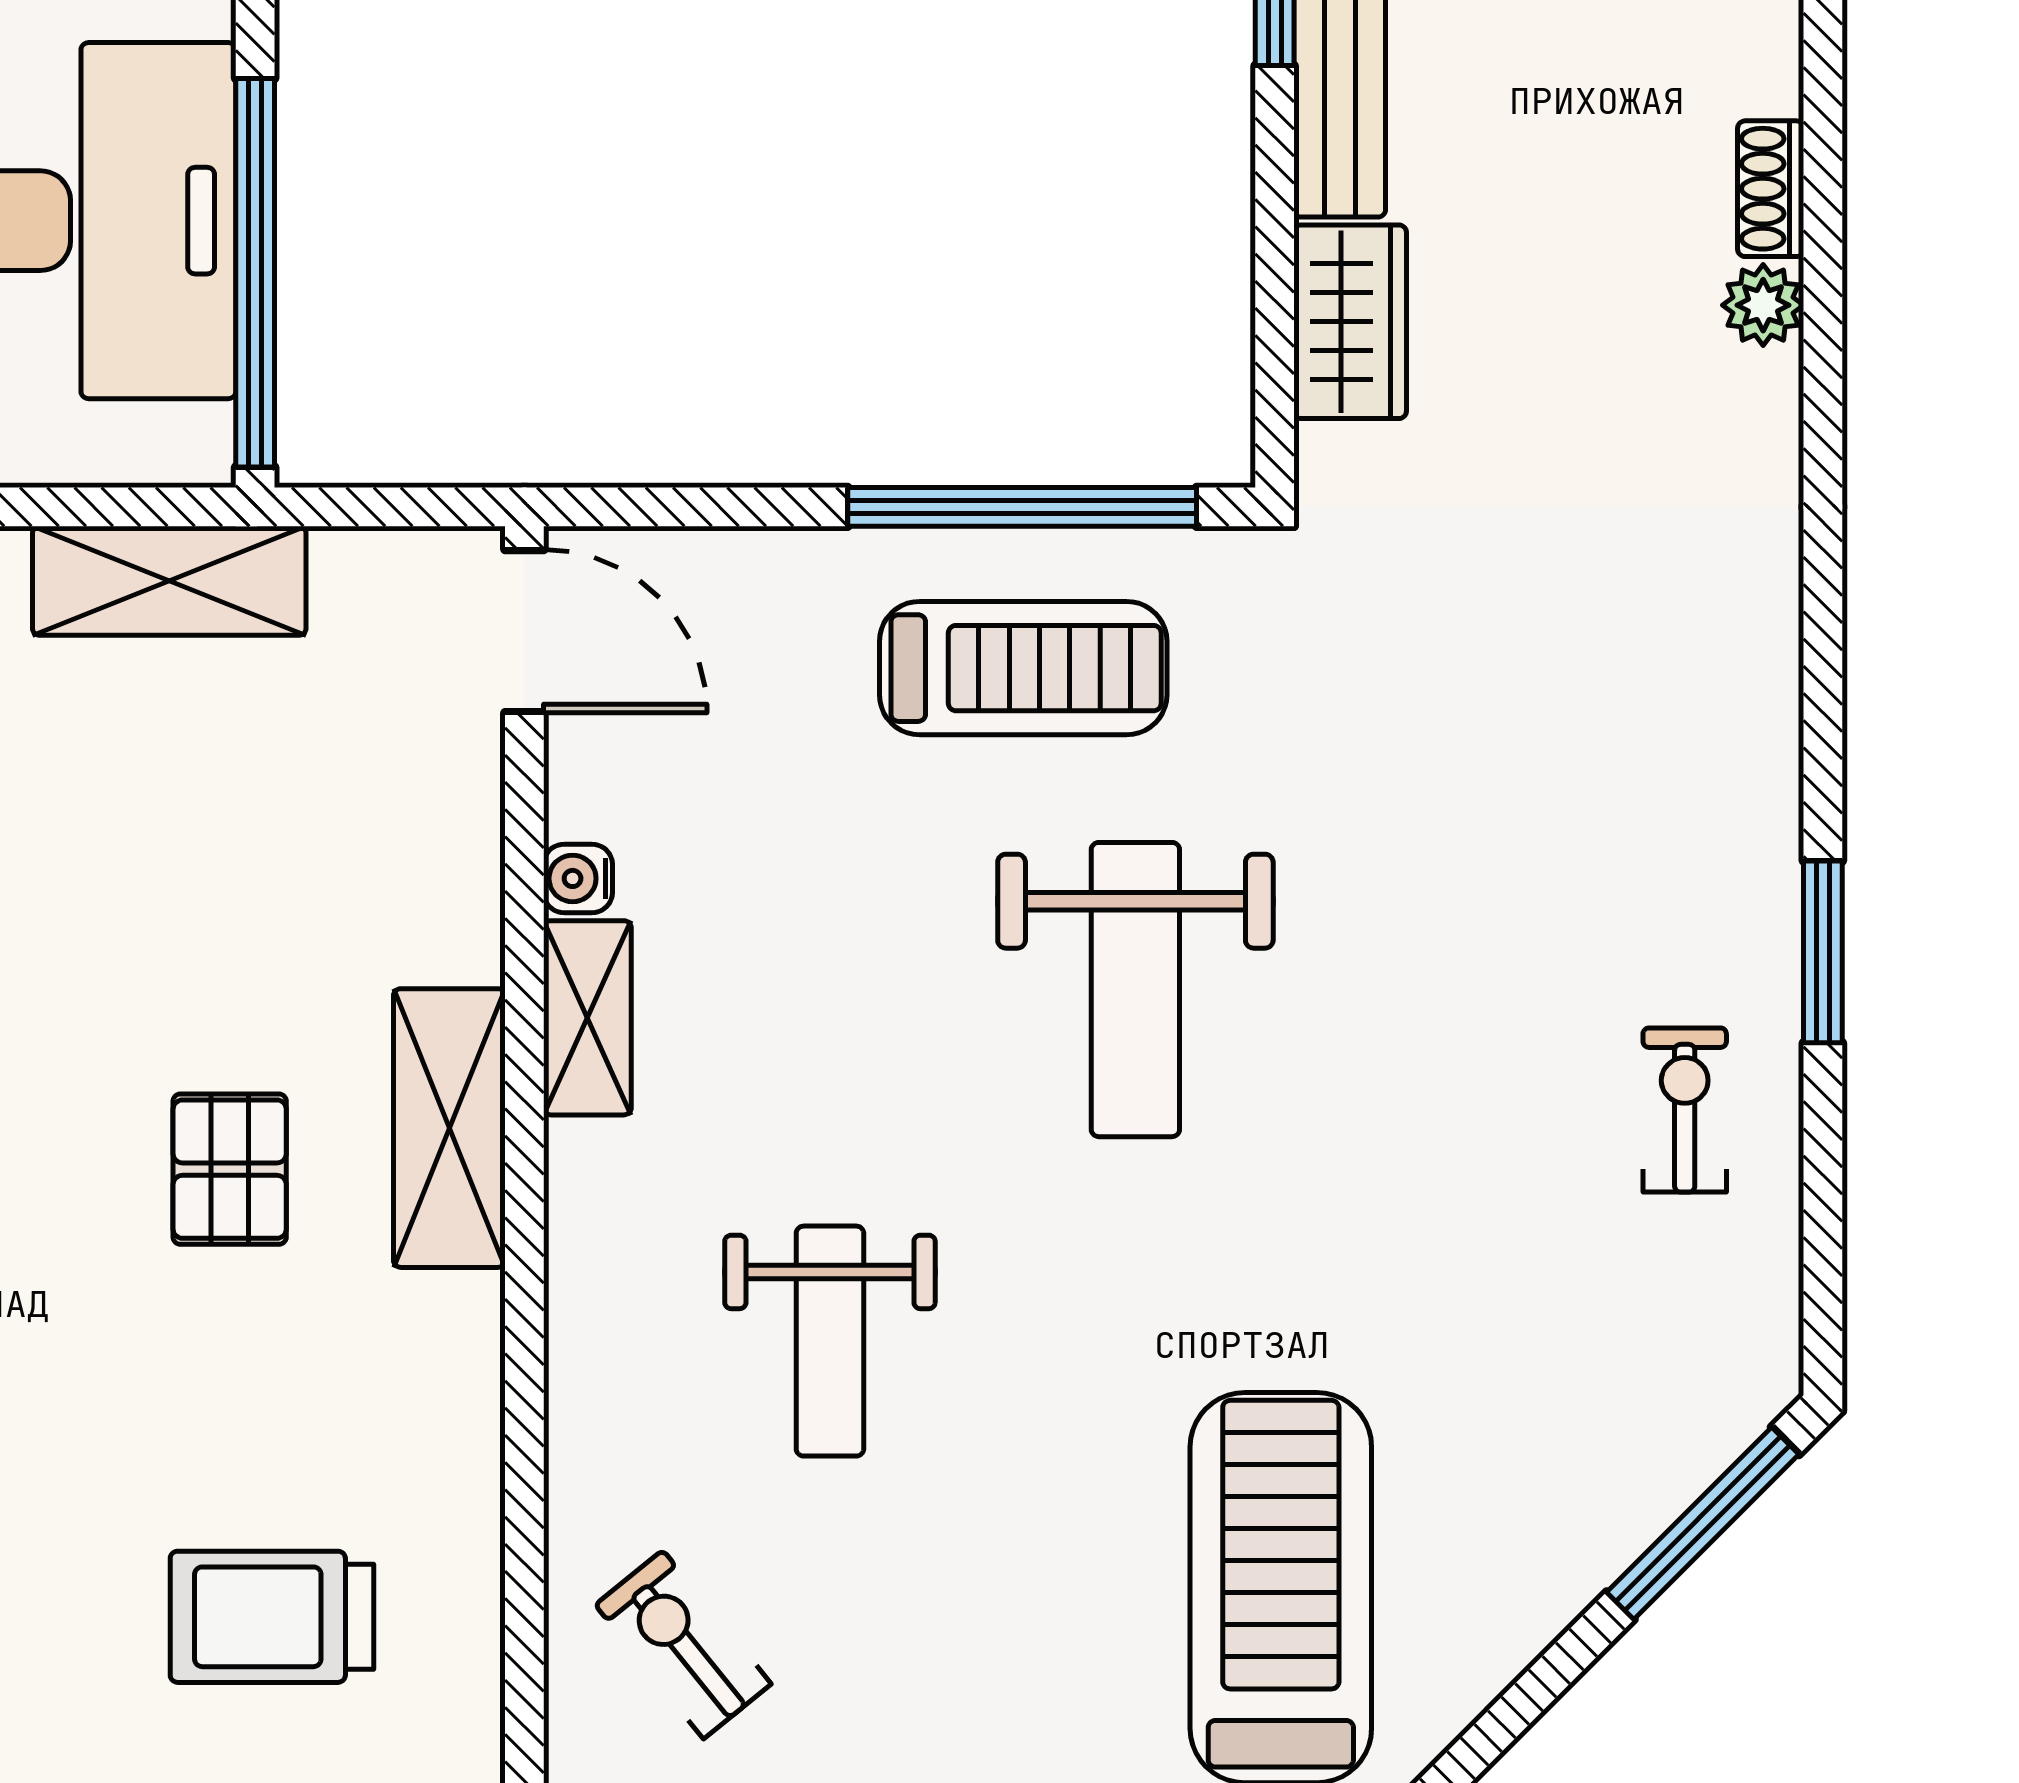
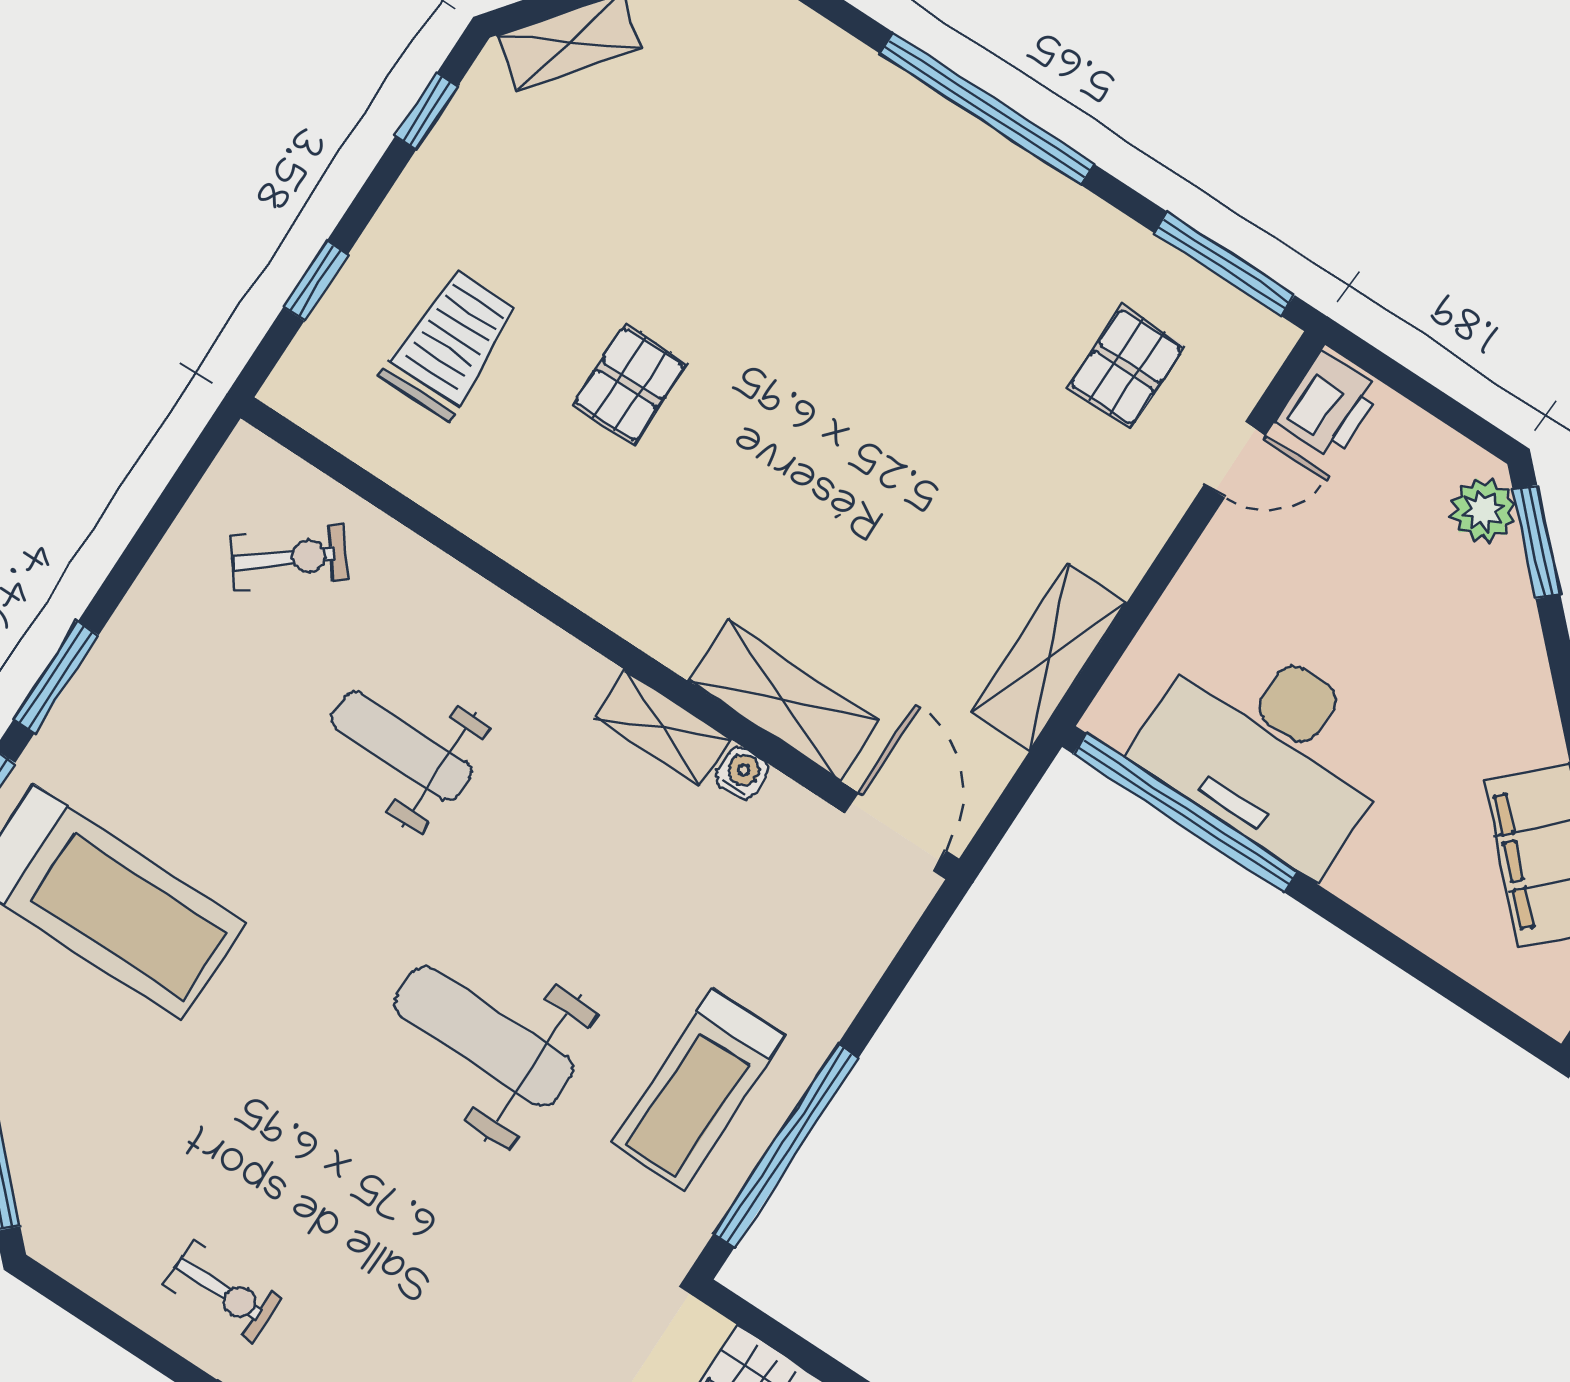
door: (524, 631) -> (895, 832), swing flipped
shelving: (449, 1128) -> (784, 700), moved
pallet: (230, 1169) -> (630, 384), moved, turned 90

